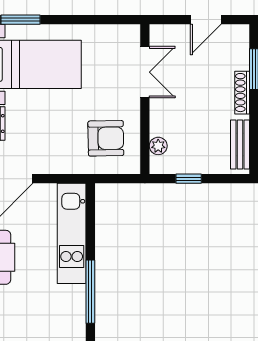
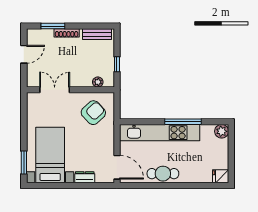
door: (206, 20) -> (24, 54), hinge flipped
armchair: (106, 138) -> (93, 113), turned 48
kitchen unit: (72, 233) -> (160, 133), width x1.36

